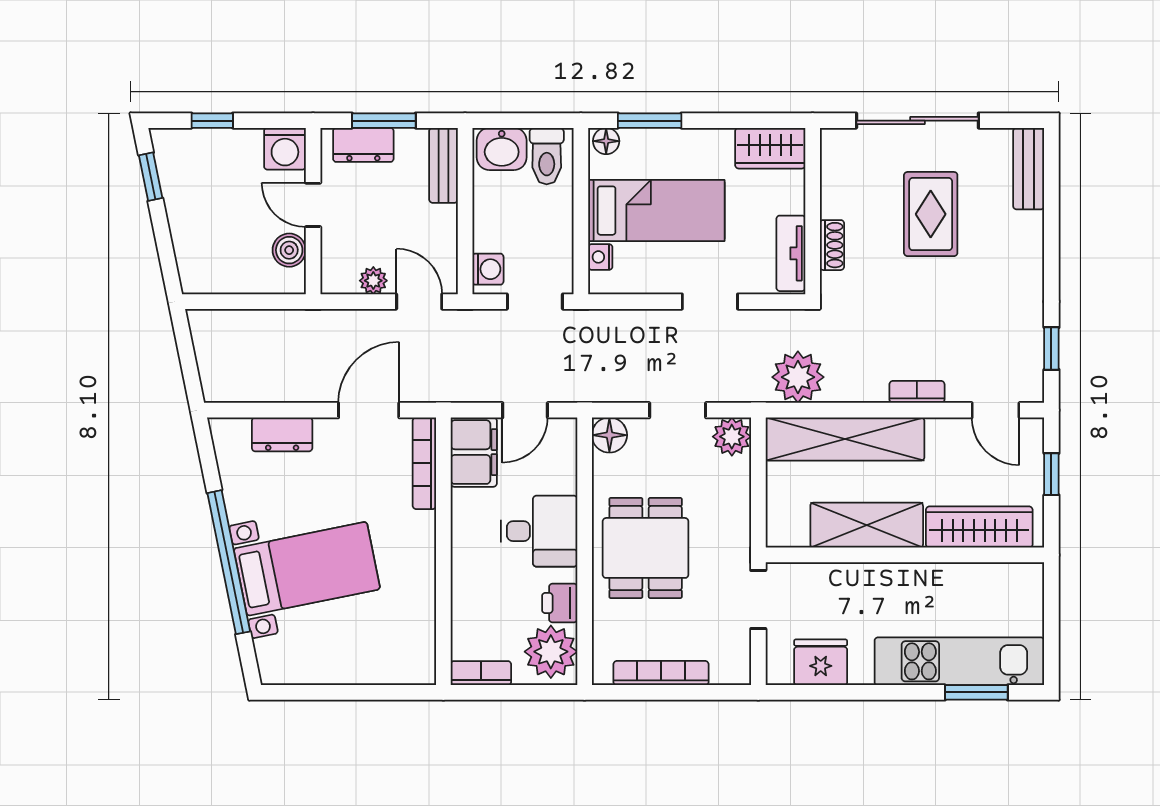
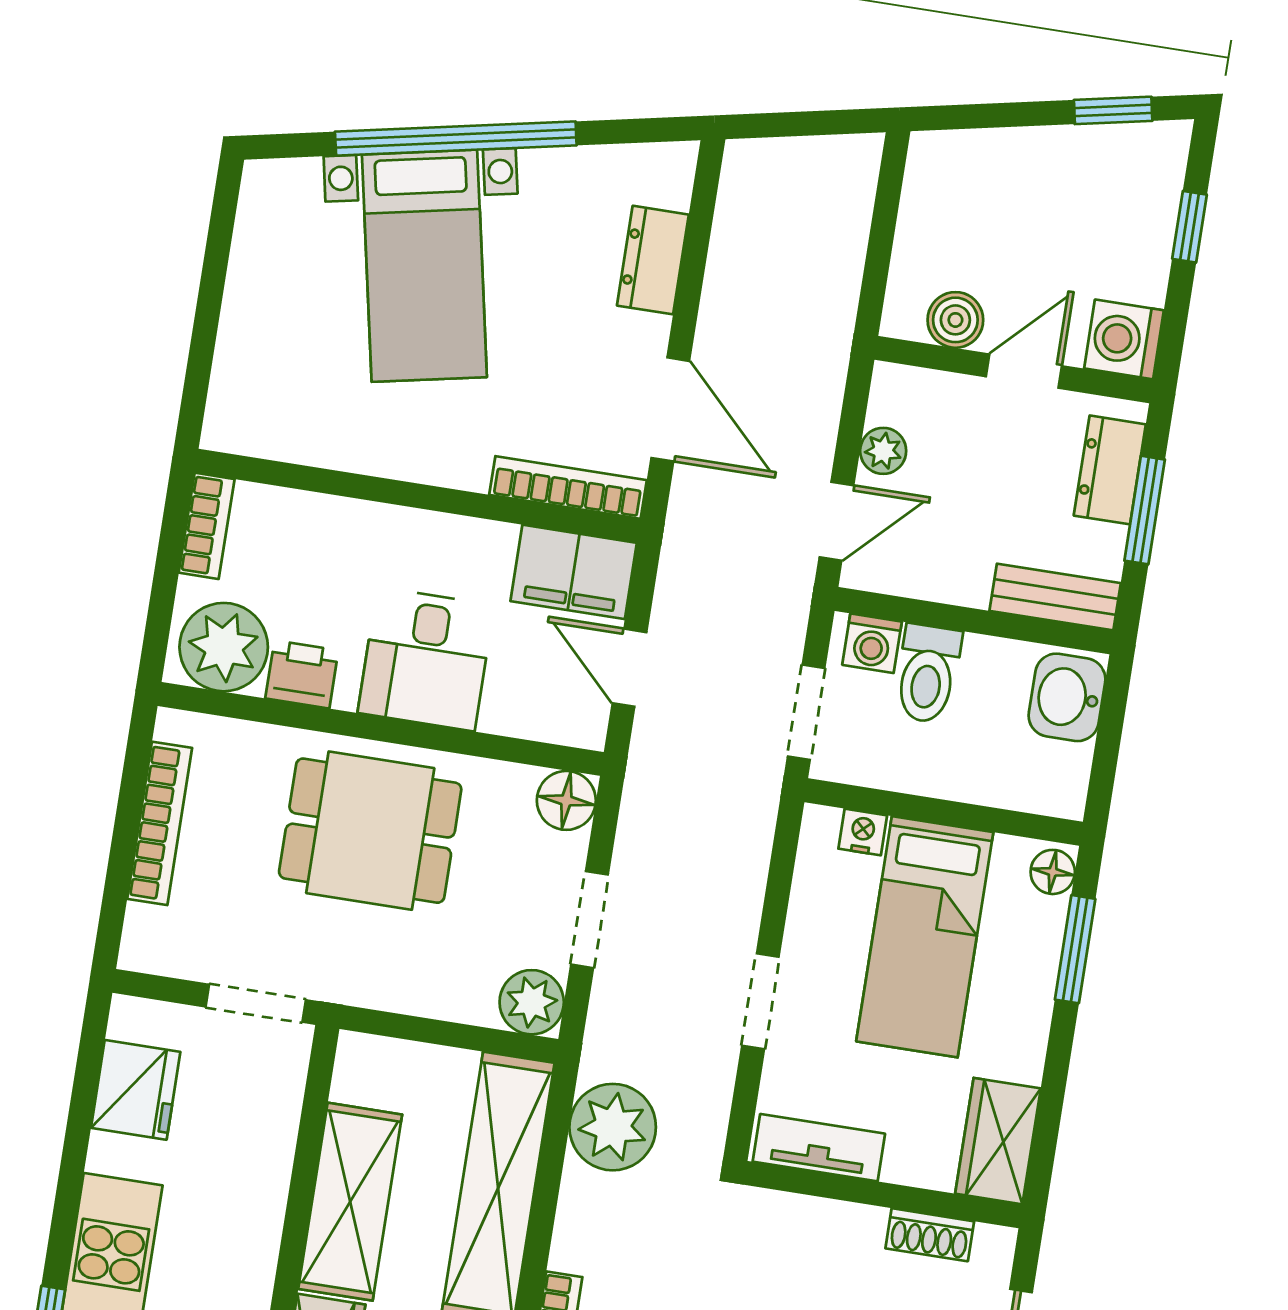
toilet: (547, 156) -> (928, 674), moved, turned -90
shoe rack: (832, 245) -> (930, 1235), moved

